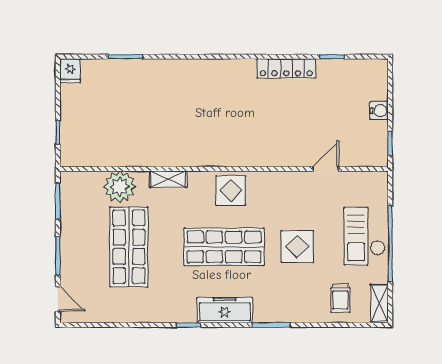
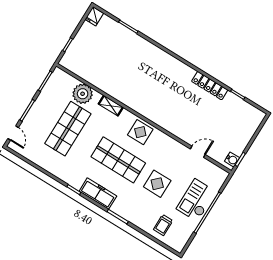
water cooler: (379, 111) -> (232, 160), moved
shelving: (379, 303) -> (182, 241), removed

